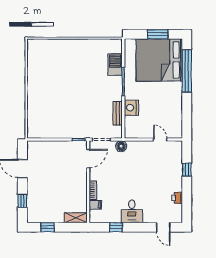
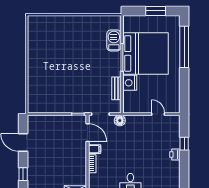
bed: (159, 60) -> (146, 53), moved, turned 180
door: (88, 158) -> (87, 133), hinge flipped
printer: (177, 198) -> (175, 154), moved
filing cabinet: (95, 205) -> (95, 149), moved

